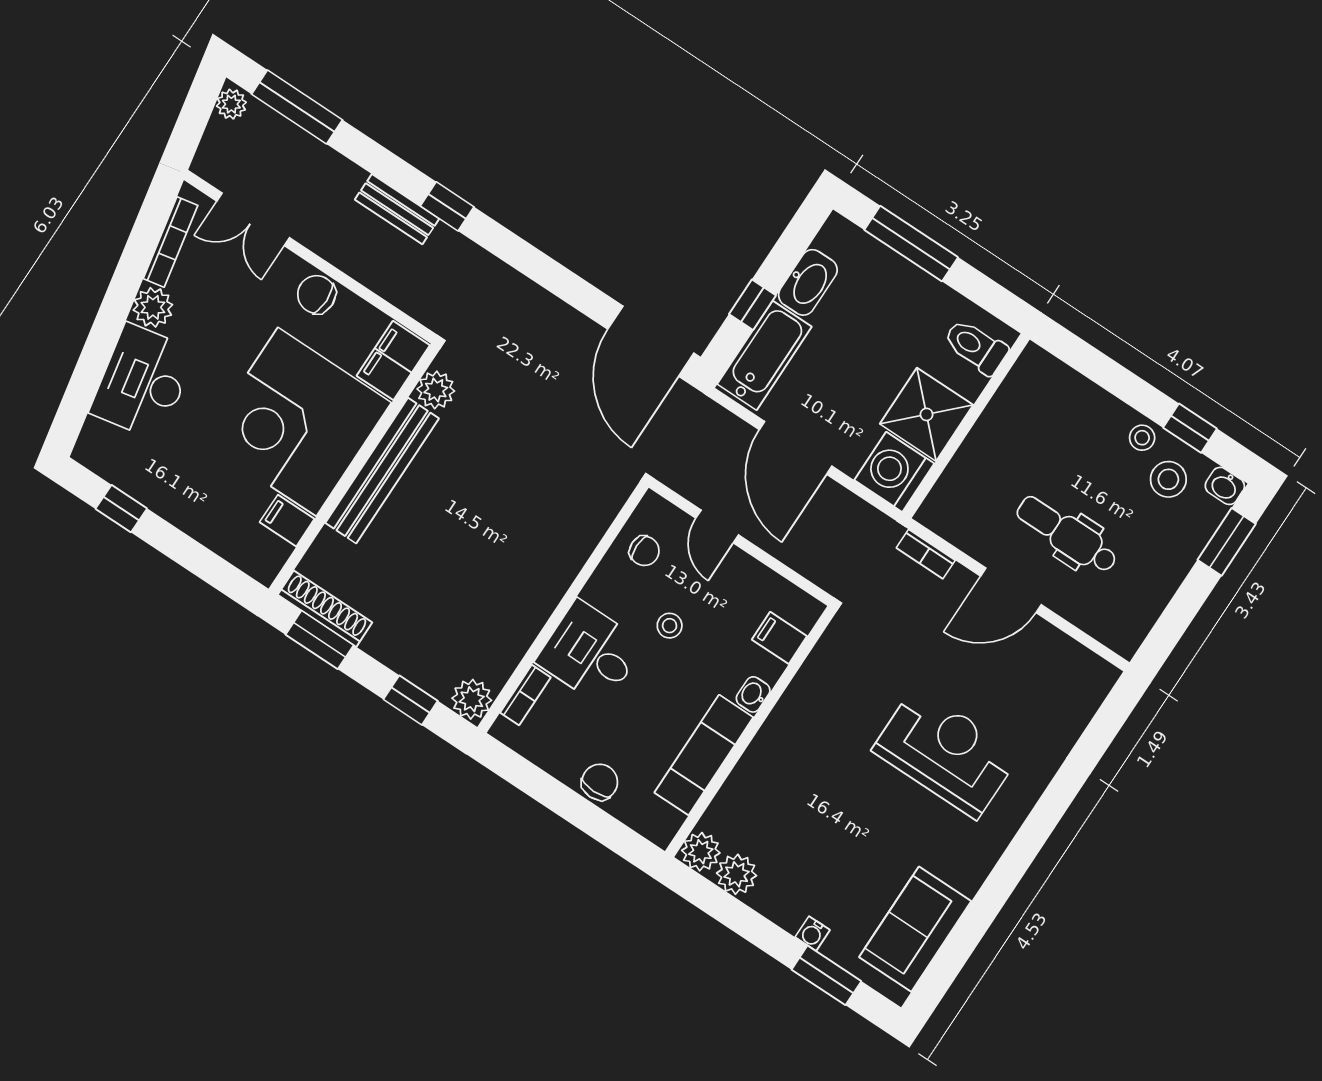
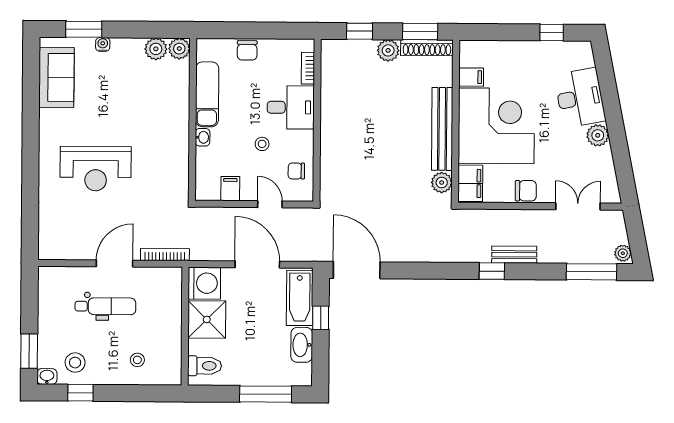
bookcase: (171, 242) -> (609, 171), removed
stool: (1142, 438) -> (137, 360), moved
bookcase: (926, 554) -> (165, 255), width x1.56
filing cabinet: (779, 638) -> (230, 189), moved, turned -90
plant: (472, 699) -> (388, 50), moved

